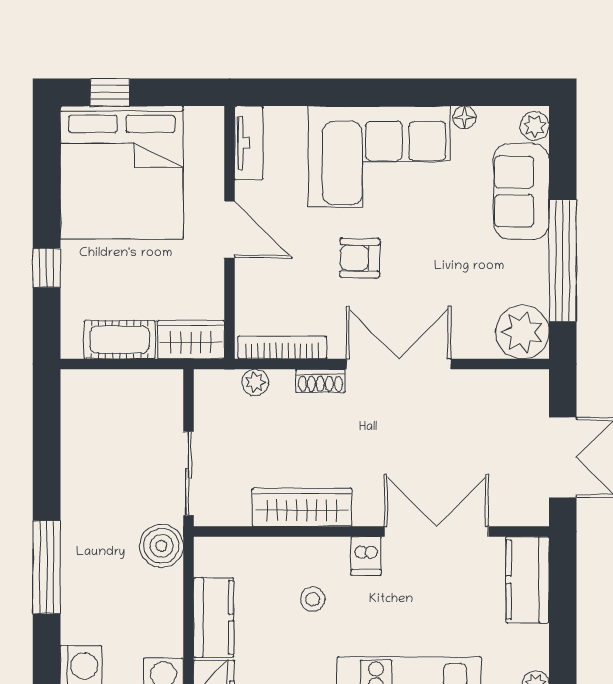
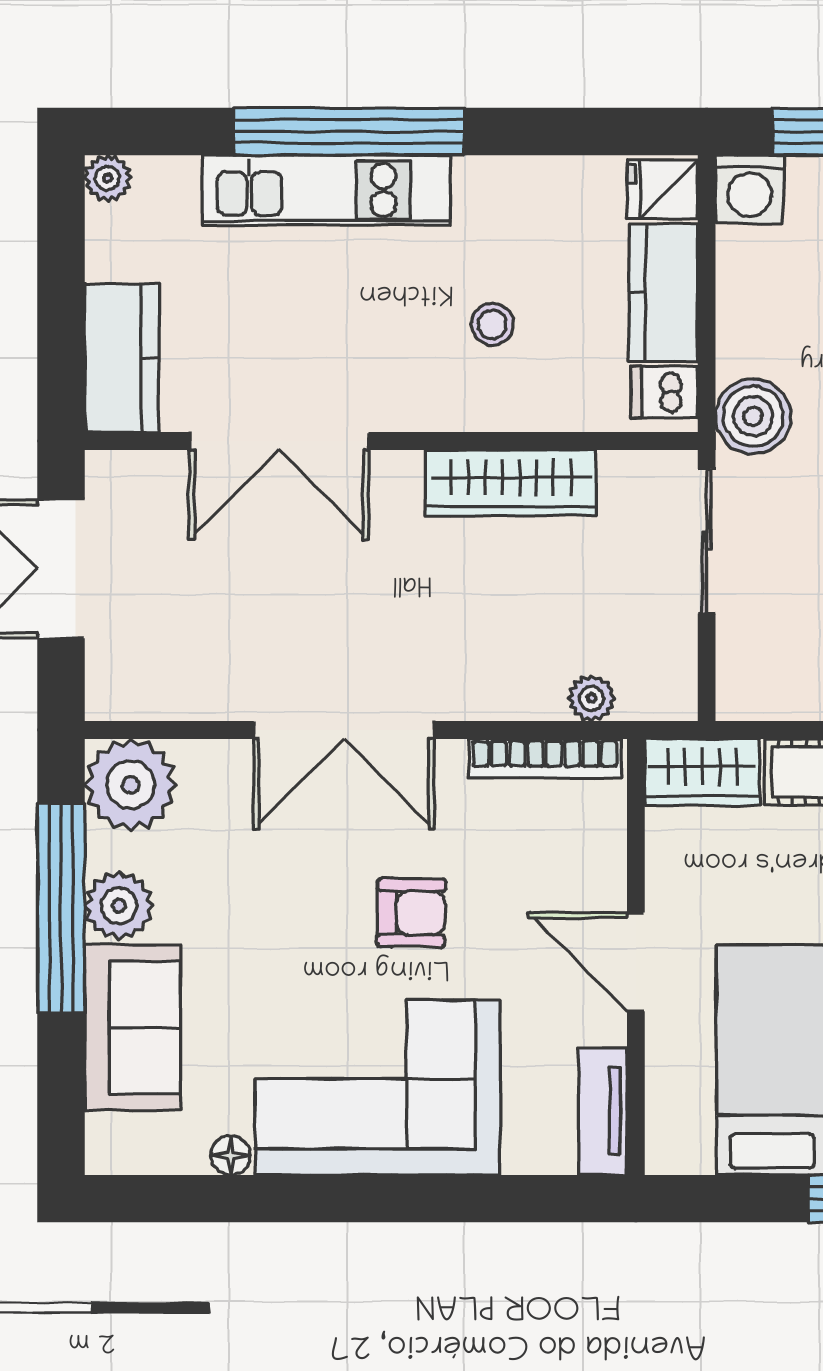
plant: (535, 126) -> (119, 906), moved, width x1.38, depth x1.38
shoe rack: (320, 381) -> (479, 701), removed
dishwasher: (366, 556) -> (664, 392), moved, turned -90

